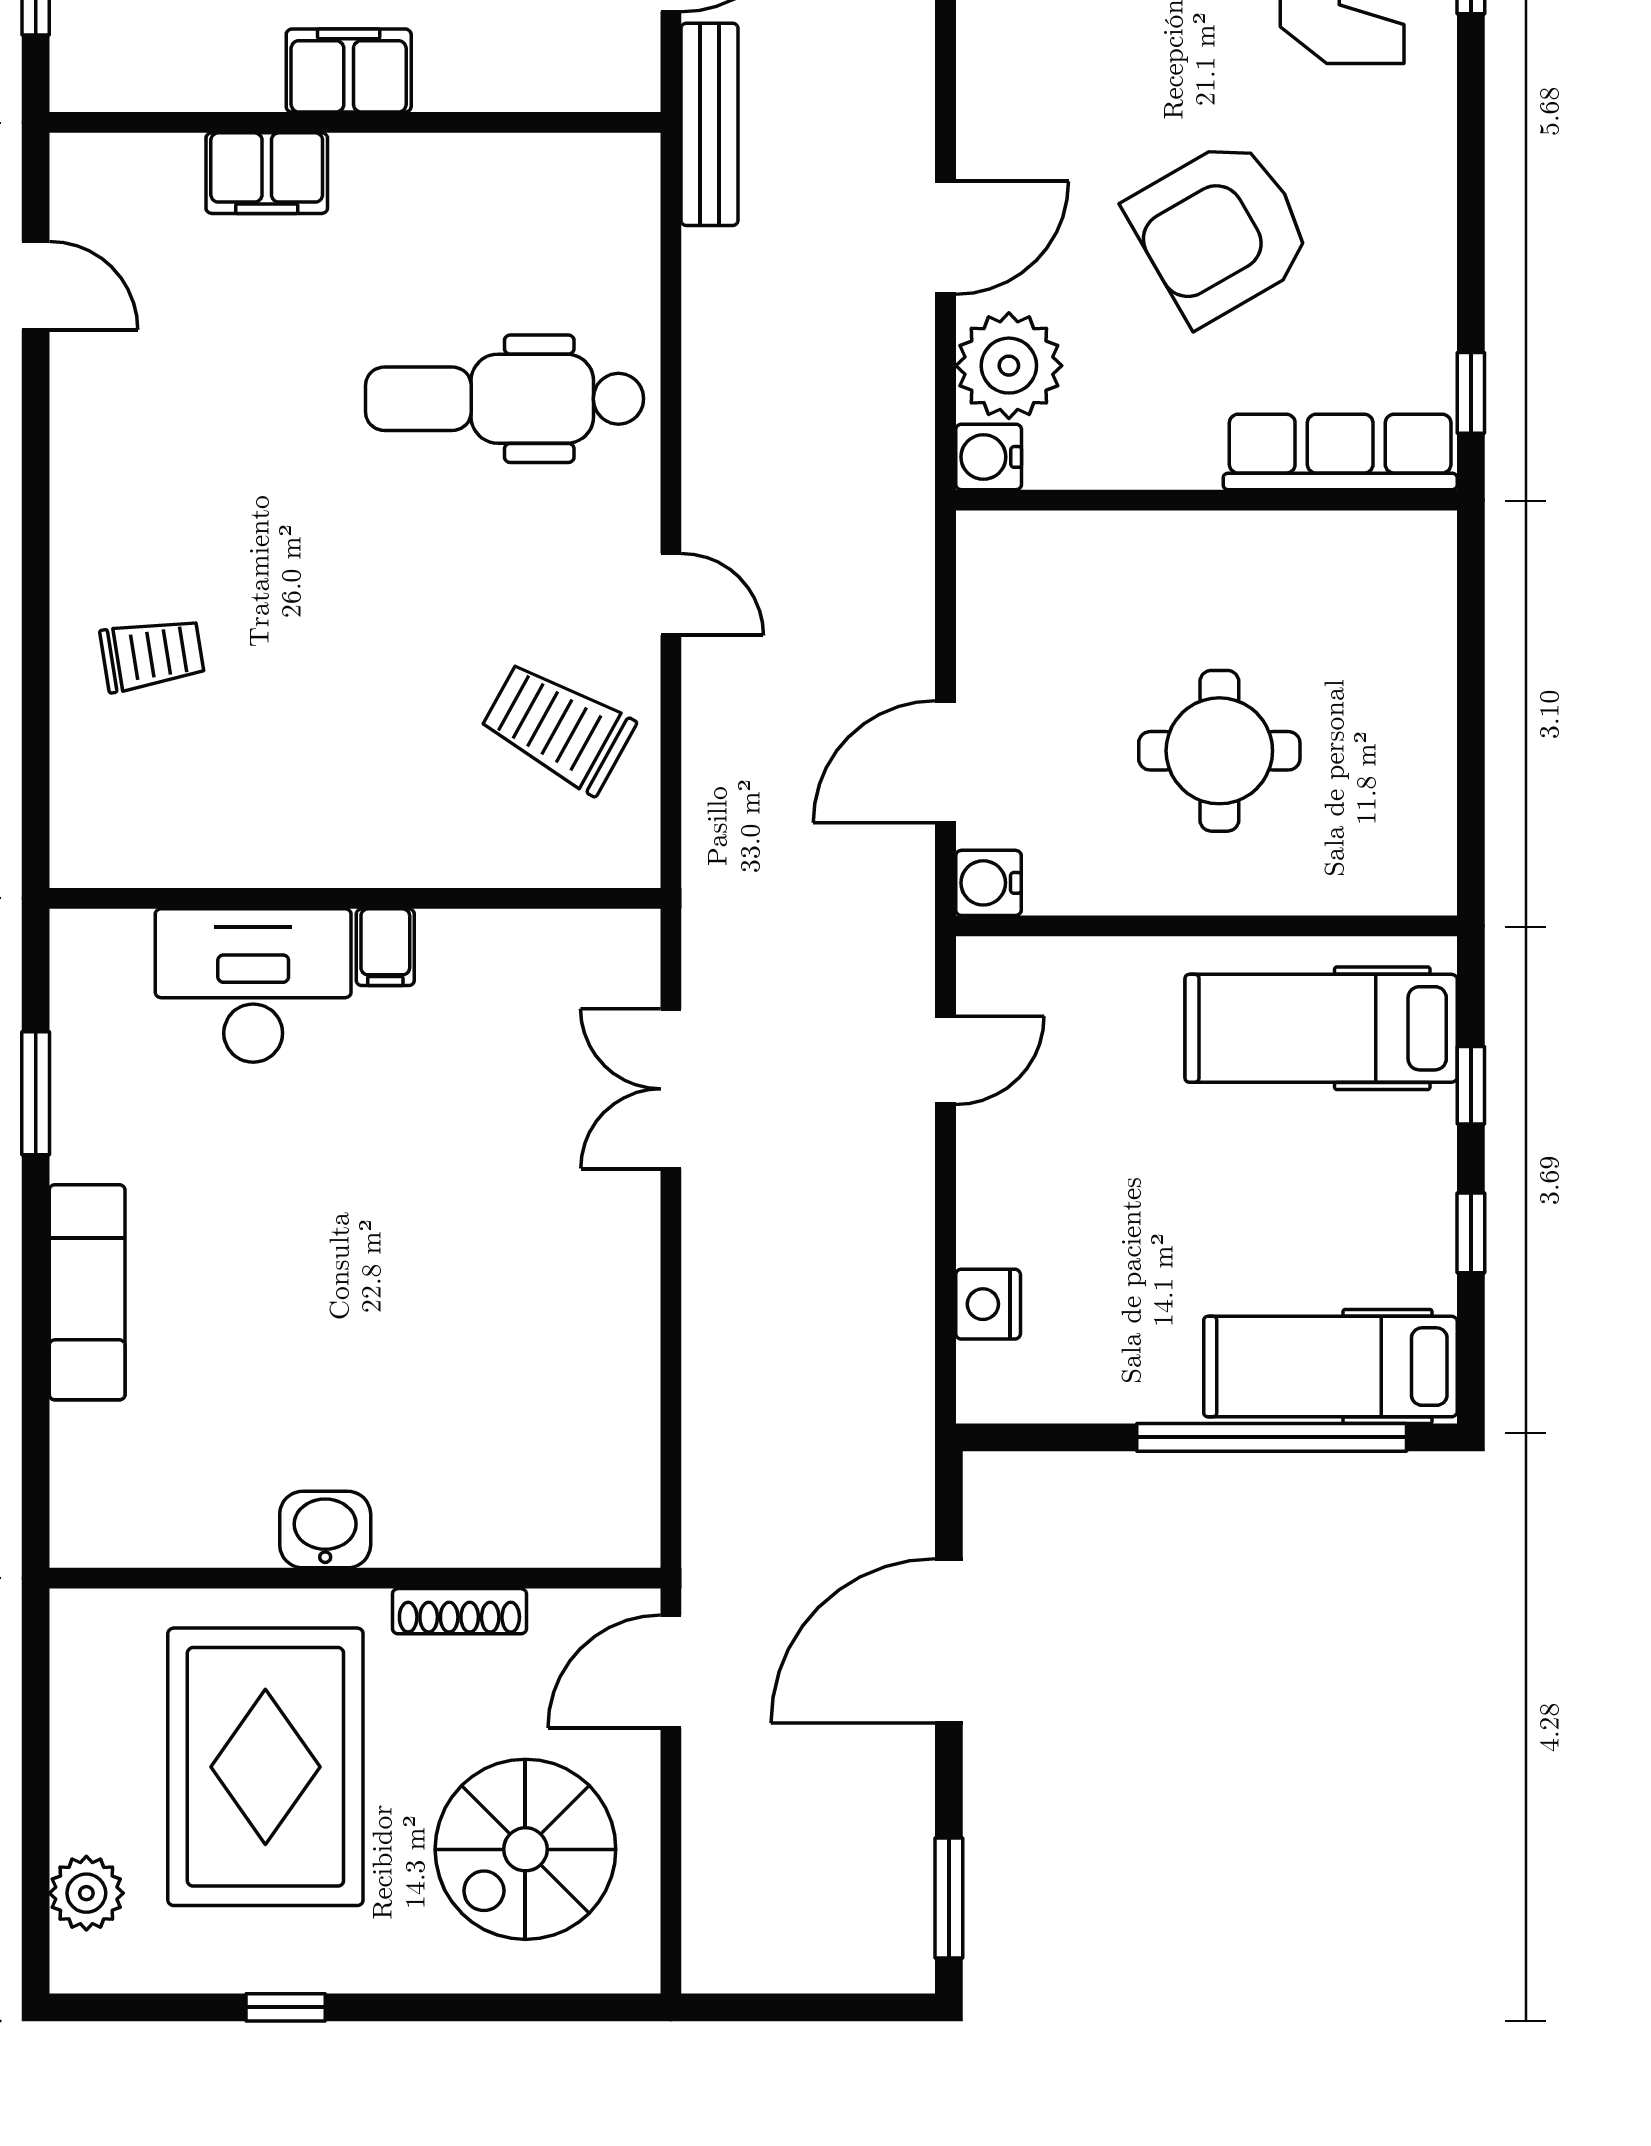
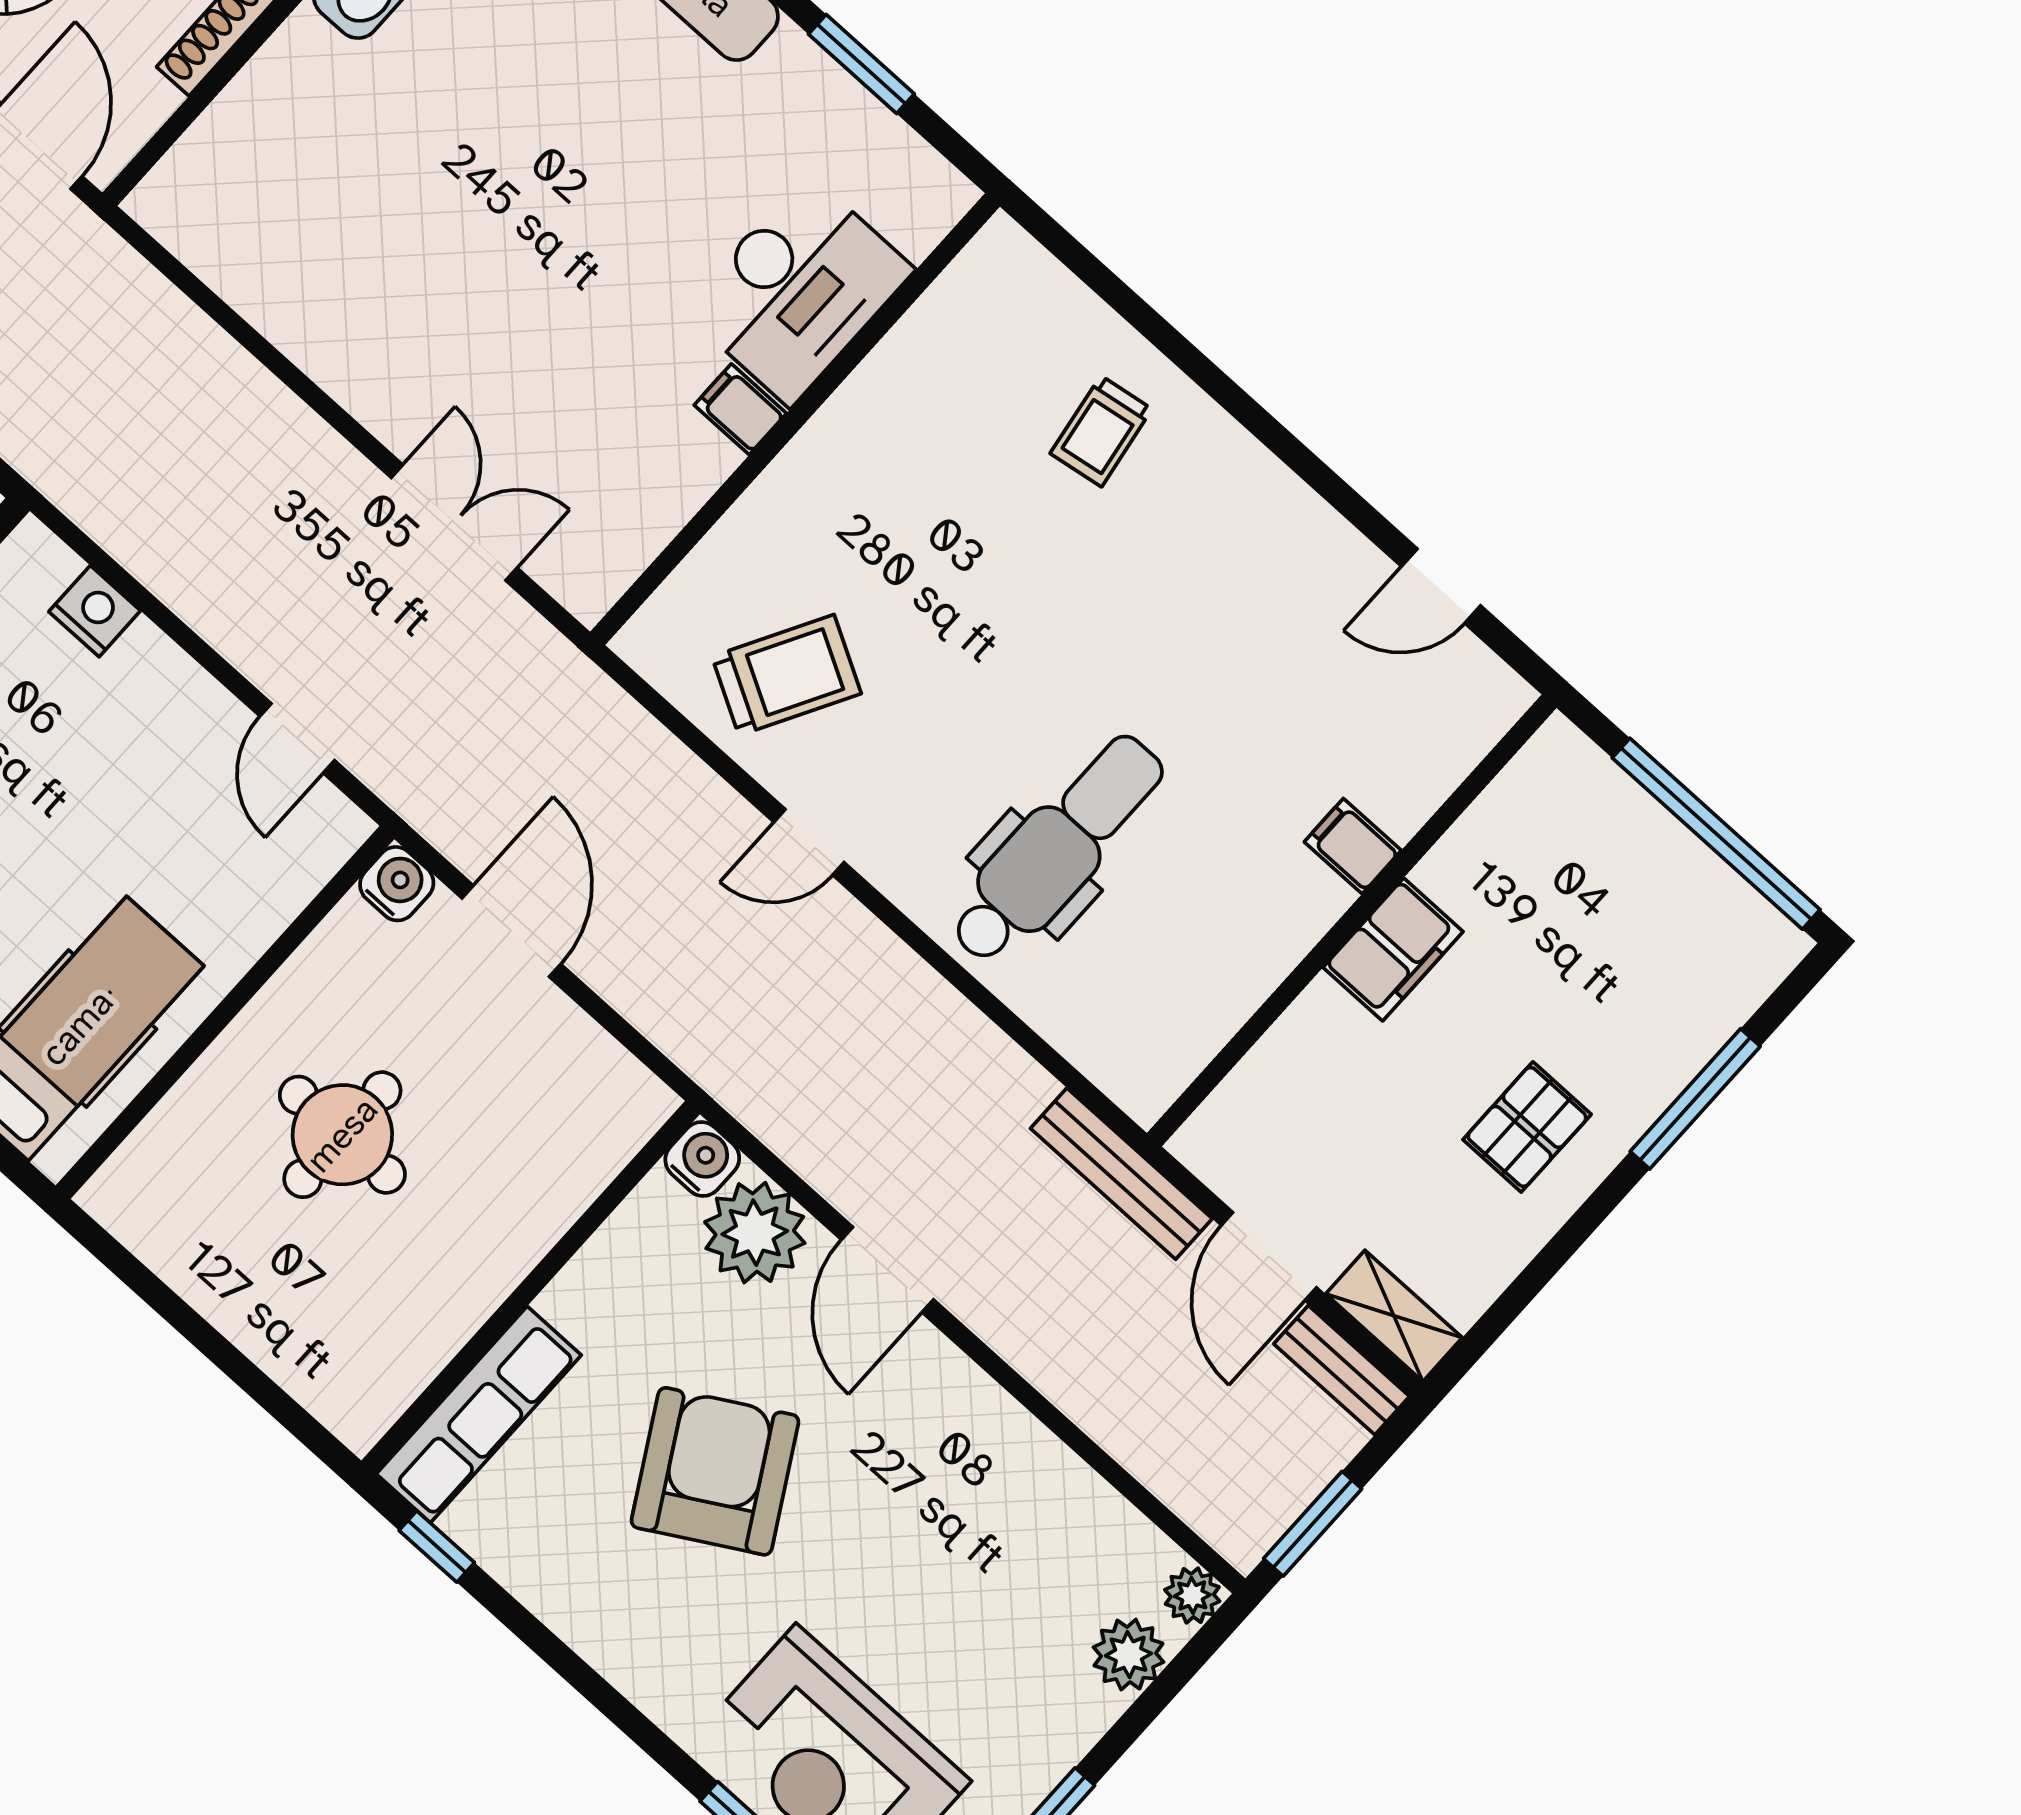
filing cabinet: (267, 173) -> (1353, 846), width x0.50

